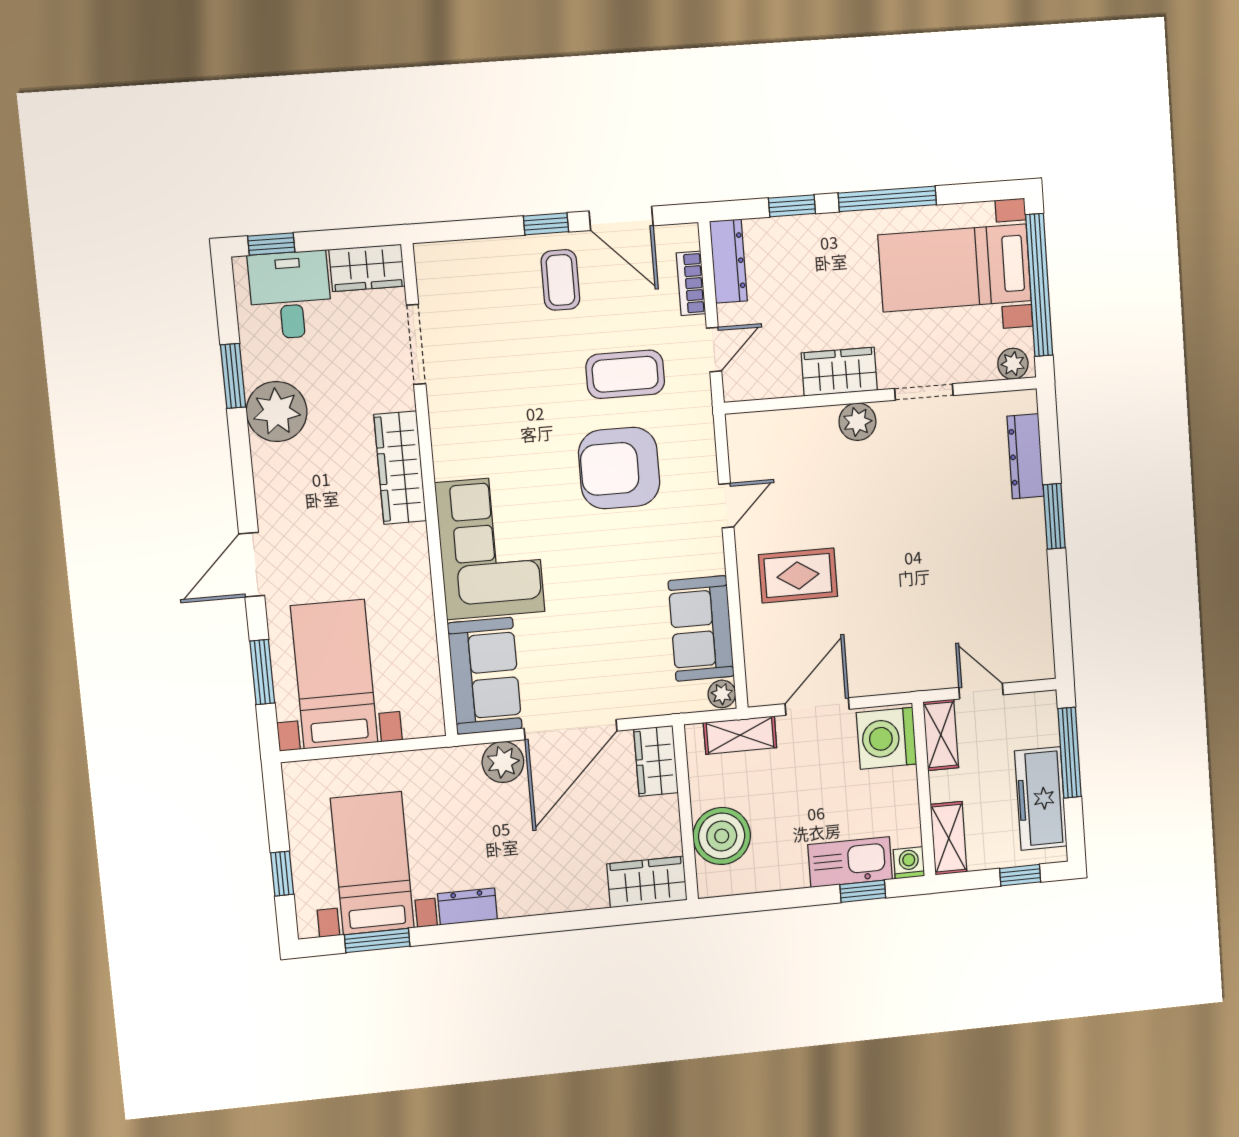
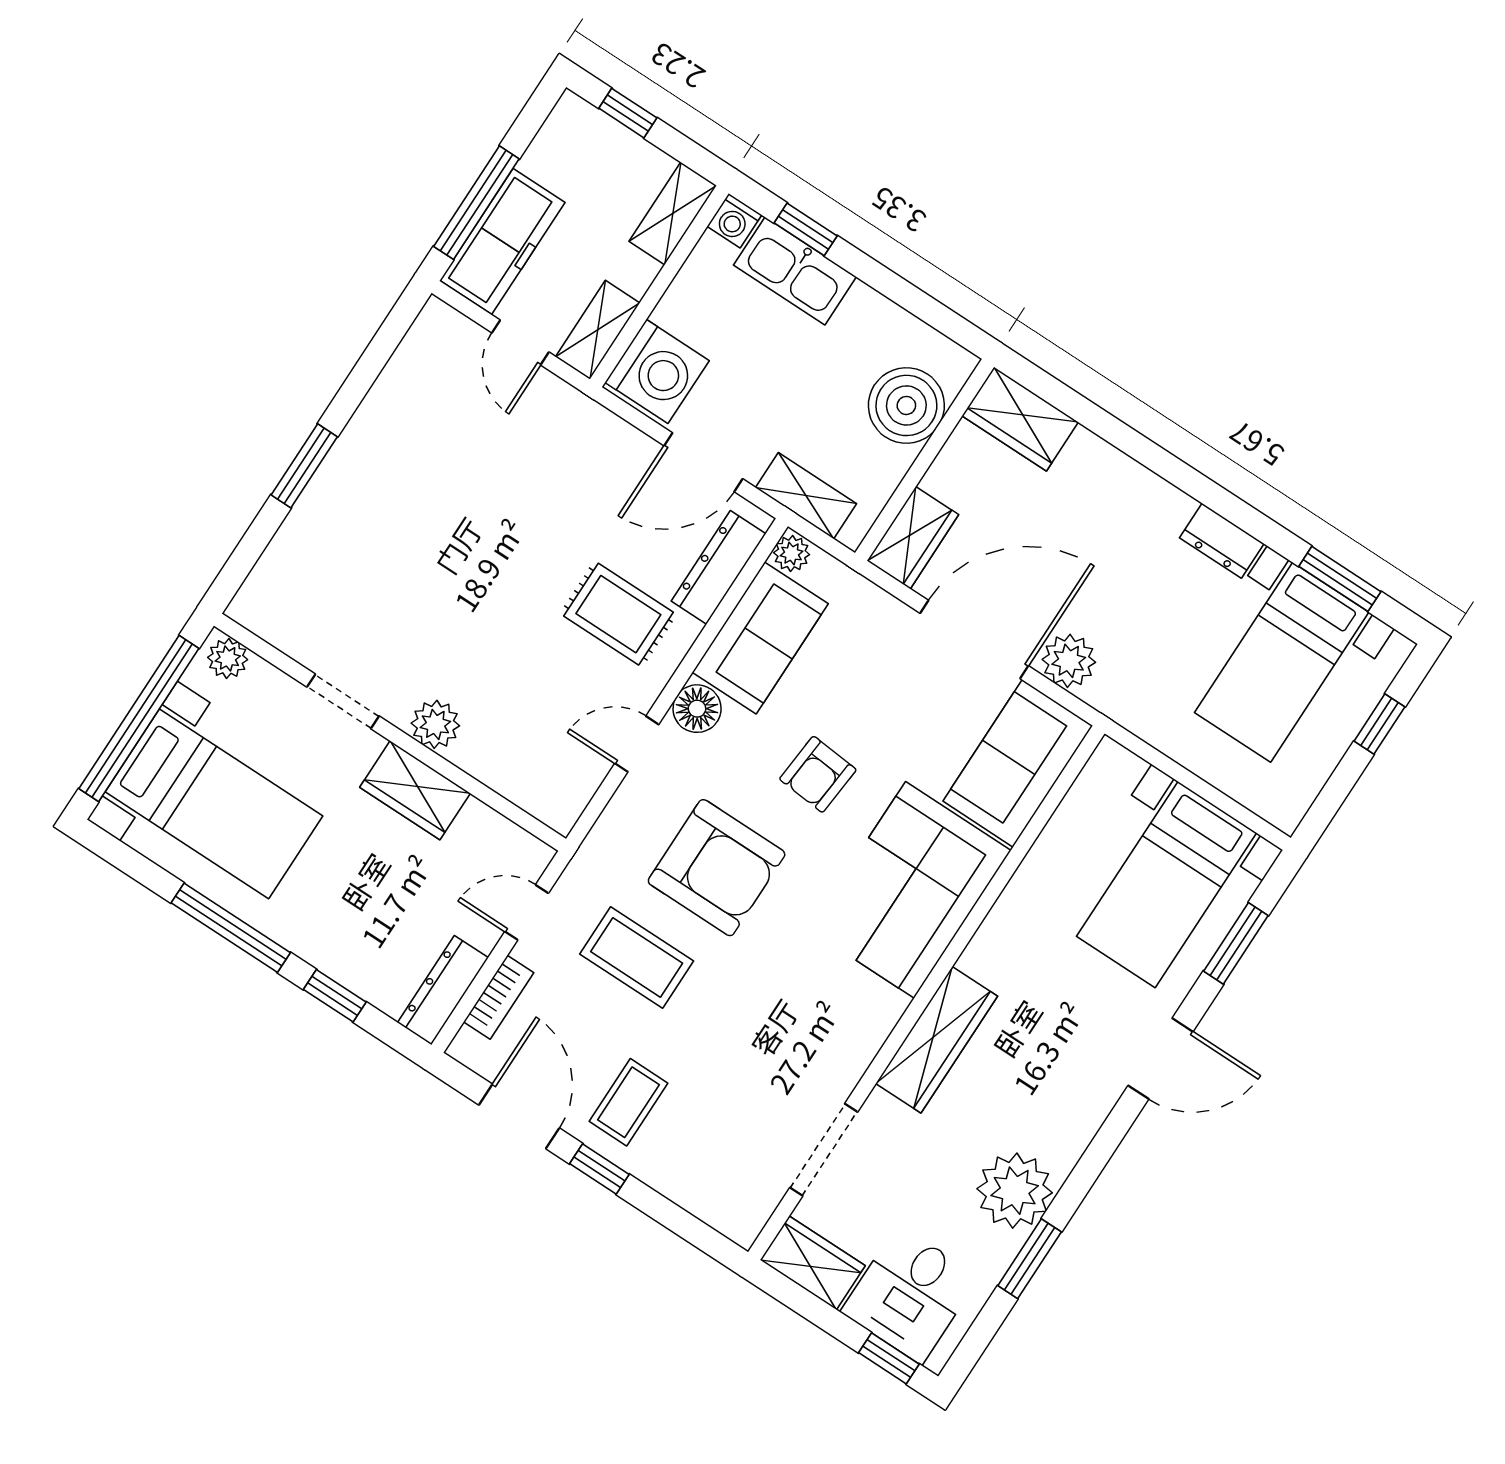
dresser: (1025, 456) -> (719, 567), moved, turned 180
floor lamp: (706, 556) -> (697, 709), added
armchair: (602, 574) -> (818, 774), added
freezer: (1041, 799) -> (502, 241), moved

